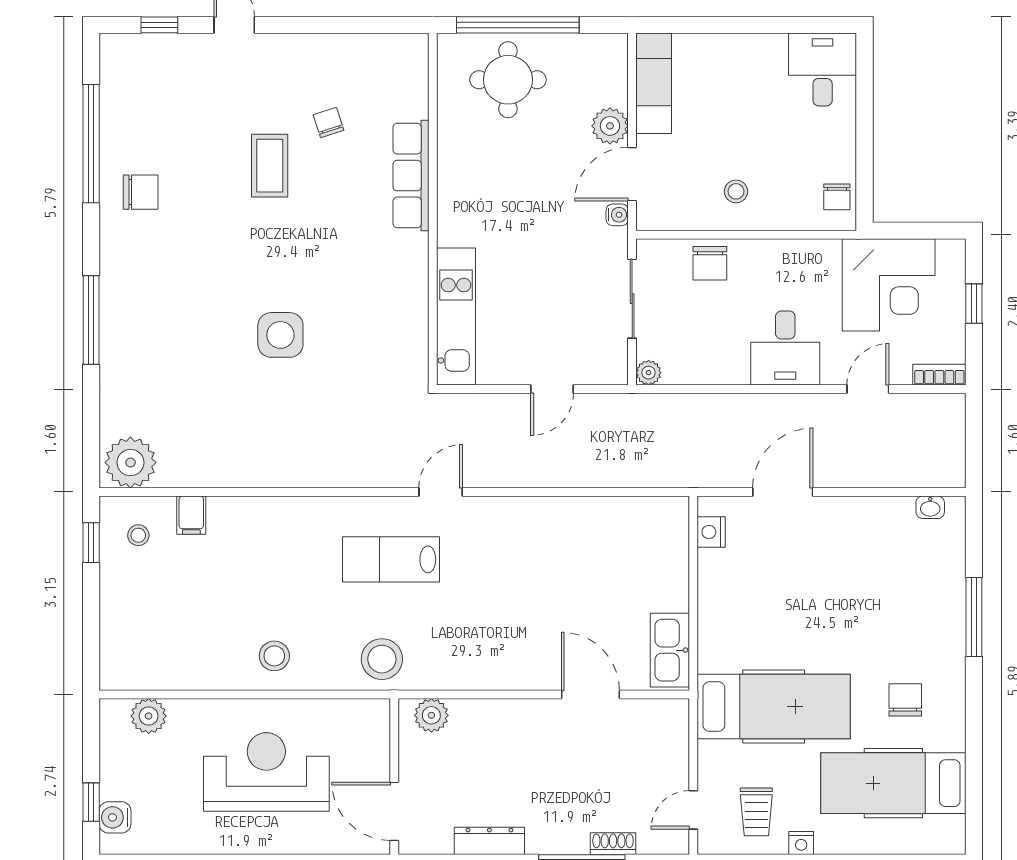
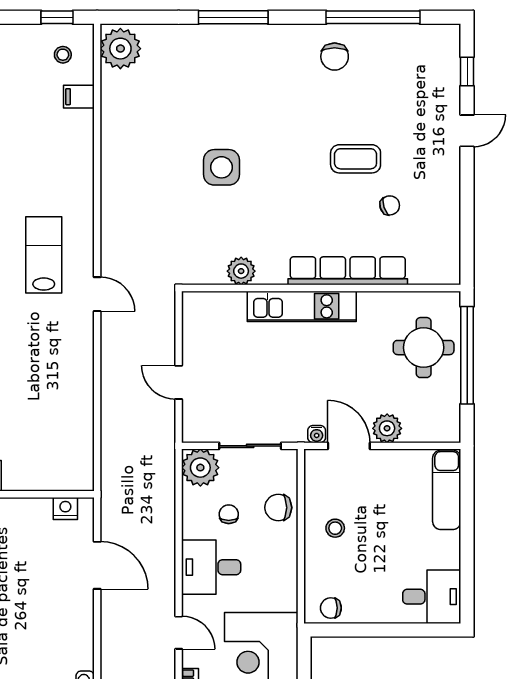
exam couch: (654, 83) -> (447, 490), moved, turned 90
row of seats: (411, 176) -> (348, 271), width x1.36
plant: (411, 310) -> (241, 271), added
kitchen unit: (456, 317) -> (302, 306), moved
chair: (718, 326) -> (229, 514), added
plant: (649, 373) -> (200, 468), width x1.88, depth x1.88

